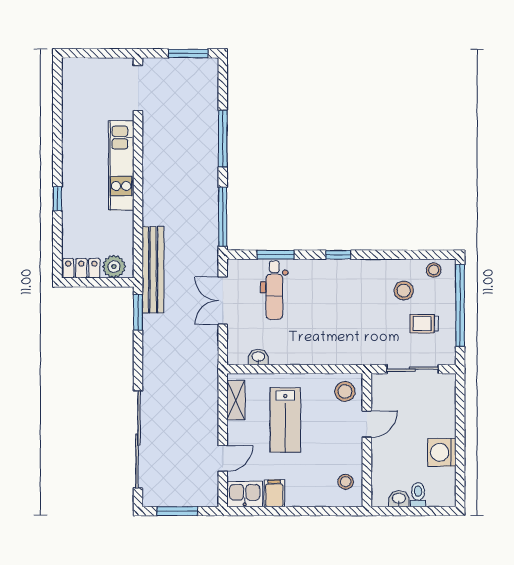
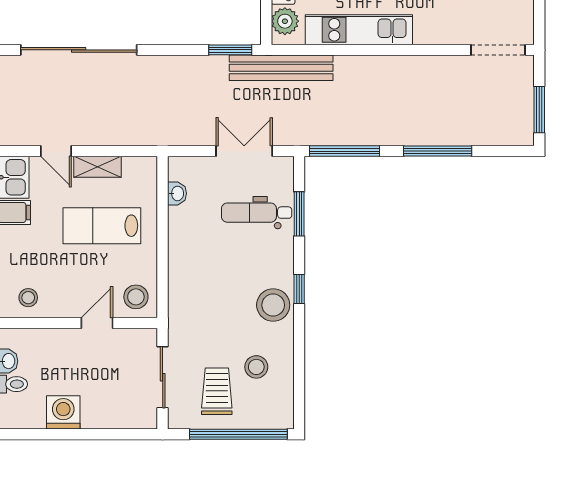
kitchen unit: (121, 165) -> (359, 30), moved
stool: (434, 270) -> (273, 305), moved, width x1.89, depth x1.89
trolley: (424, 324) -> (217, 391), width x1.36, depth x1.39
shelving: (236, 400) -> (98, 167), moved
door: (367, 424) -> (97, 323), swing flipped

